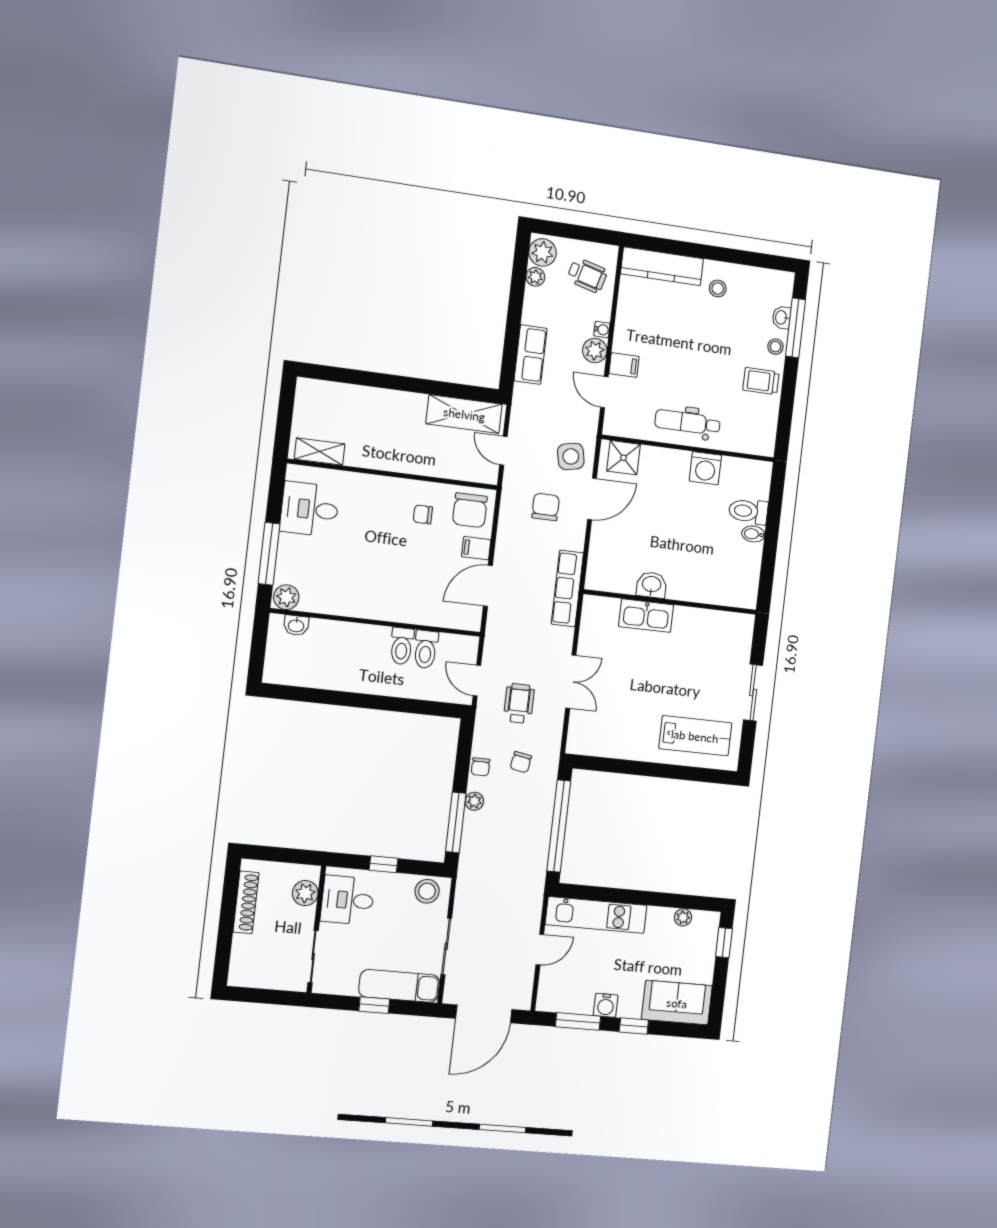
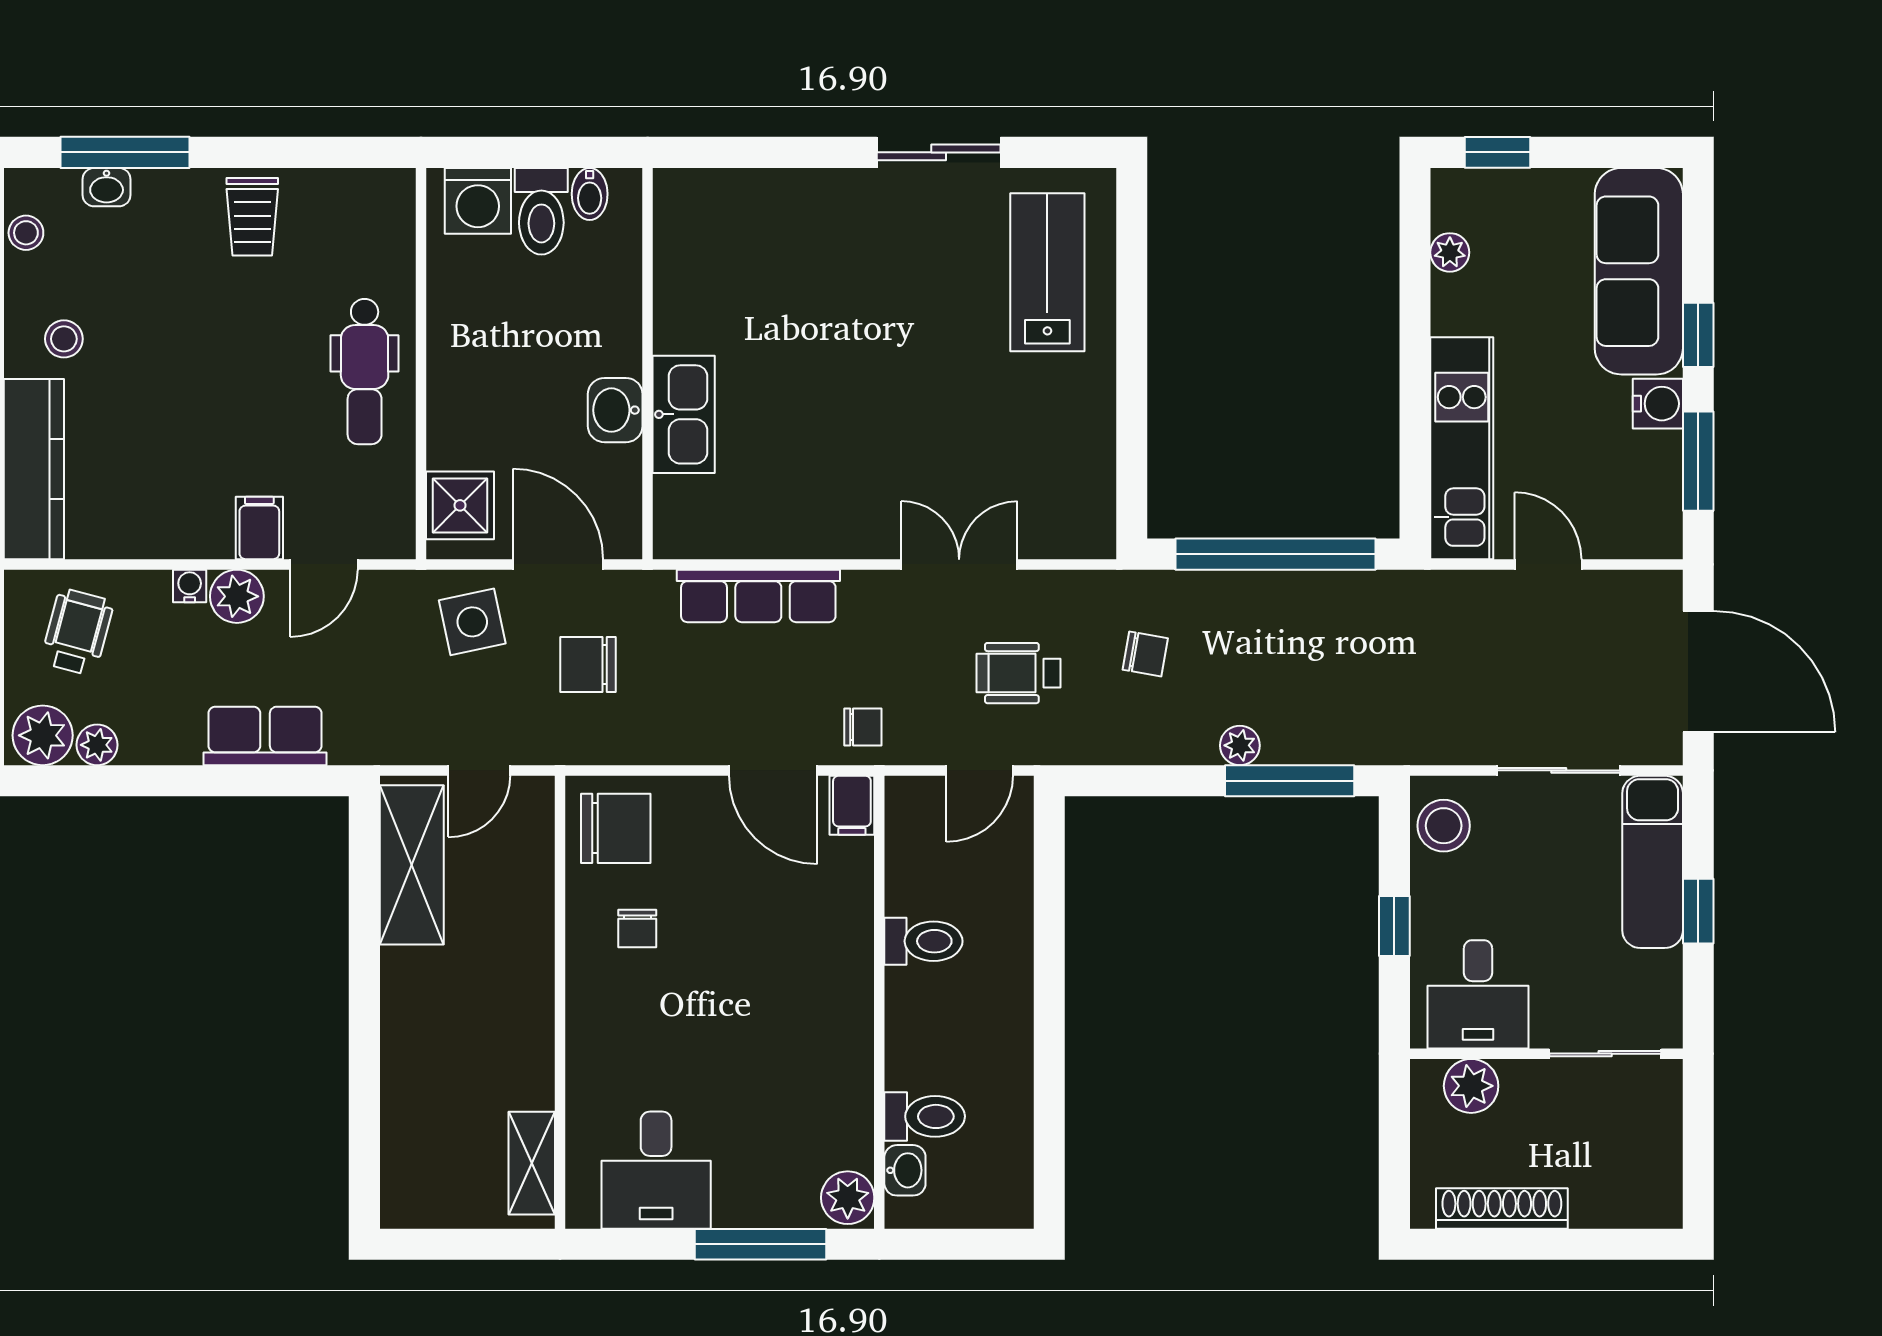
stool: (775, 347) -> (26, 233), moved
washing machine: (705, 468) -> (478, 201), moved, turned 90
filing cabinet: (476, 548) -> (852, 805), moved
washbasin: (652, 585) -> (615, 410), moved
wall: (670, 602) -> (648, 364), moved
kitchen sink: (646, 616) -> (684, 414), moved
toilet: (426, 649) -> (925, 1116), moved
chair: (480, 767) -> (863, 727), moved
sofa: (677, 1003) -> (1639, 271), width x1.36

